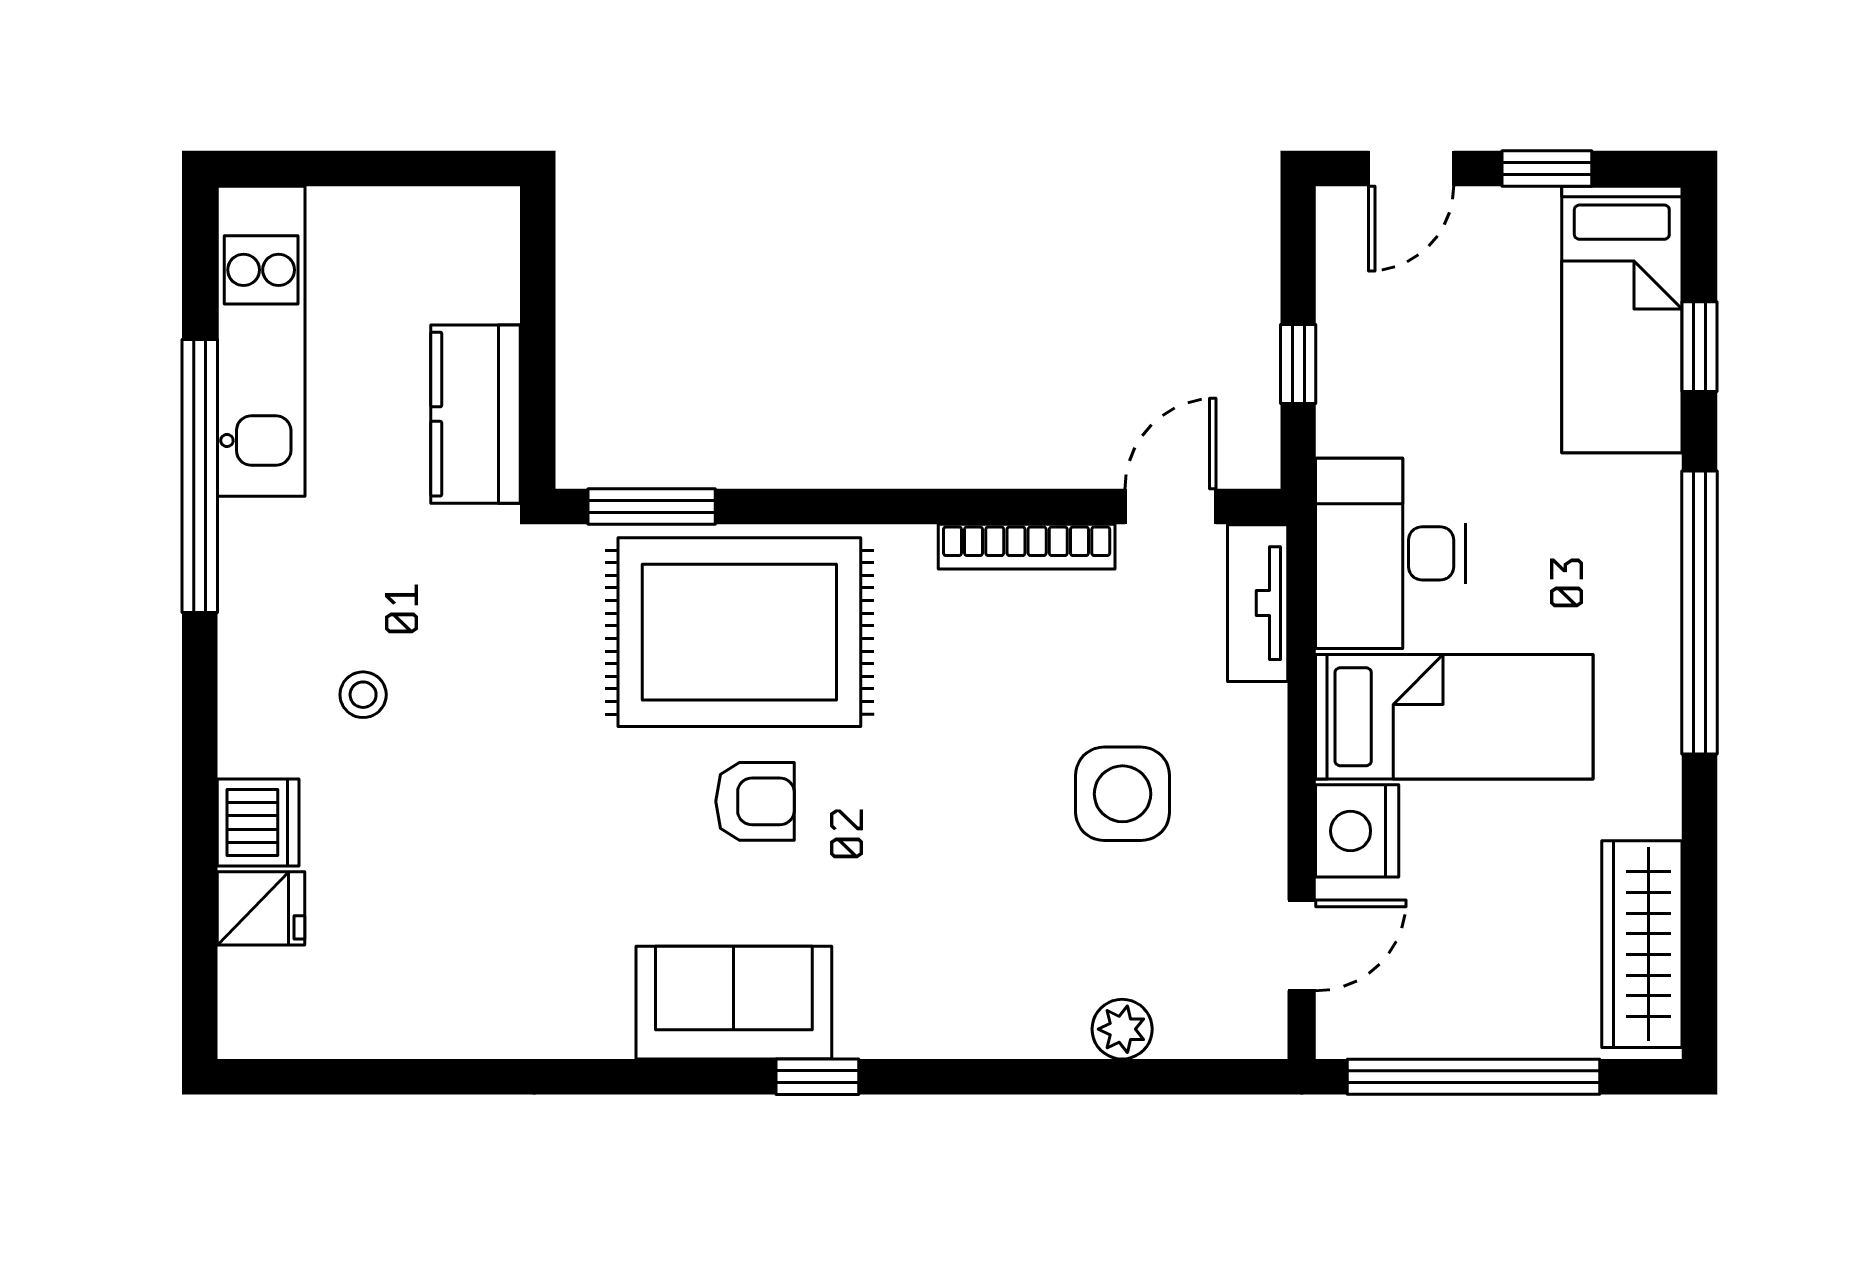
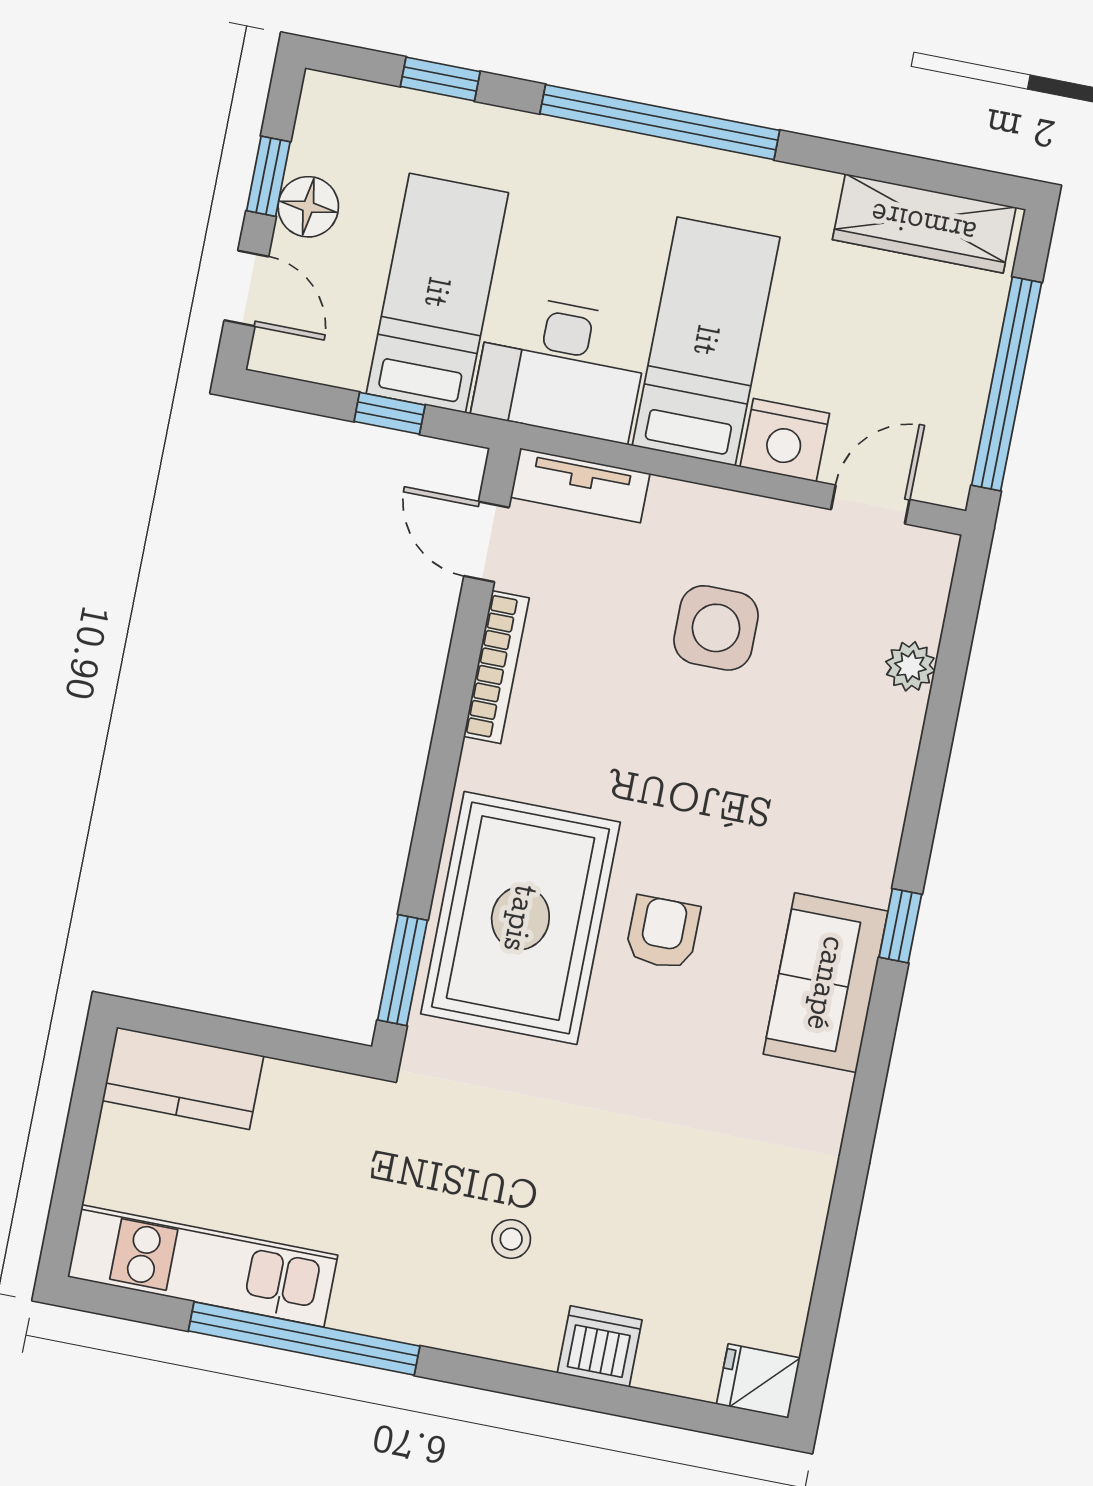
floor lamp: (1520, 222) -> (308, 207), added
bed: (1622, 319) -> (437, 293), moved, turned -90
kitchen counter: (475, 414) -> (183, 1078), moved
fridge: (261, 908) -> (758, 1381), moved, turned -90
door: (1302, 945) -> (870, 505), hinge flipped

